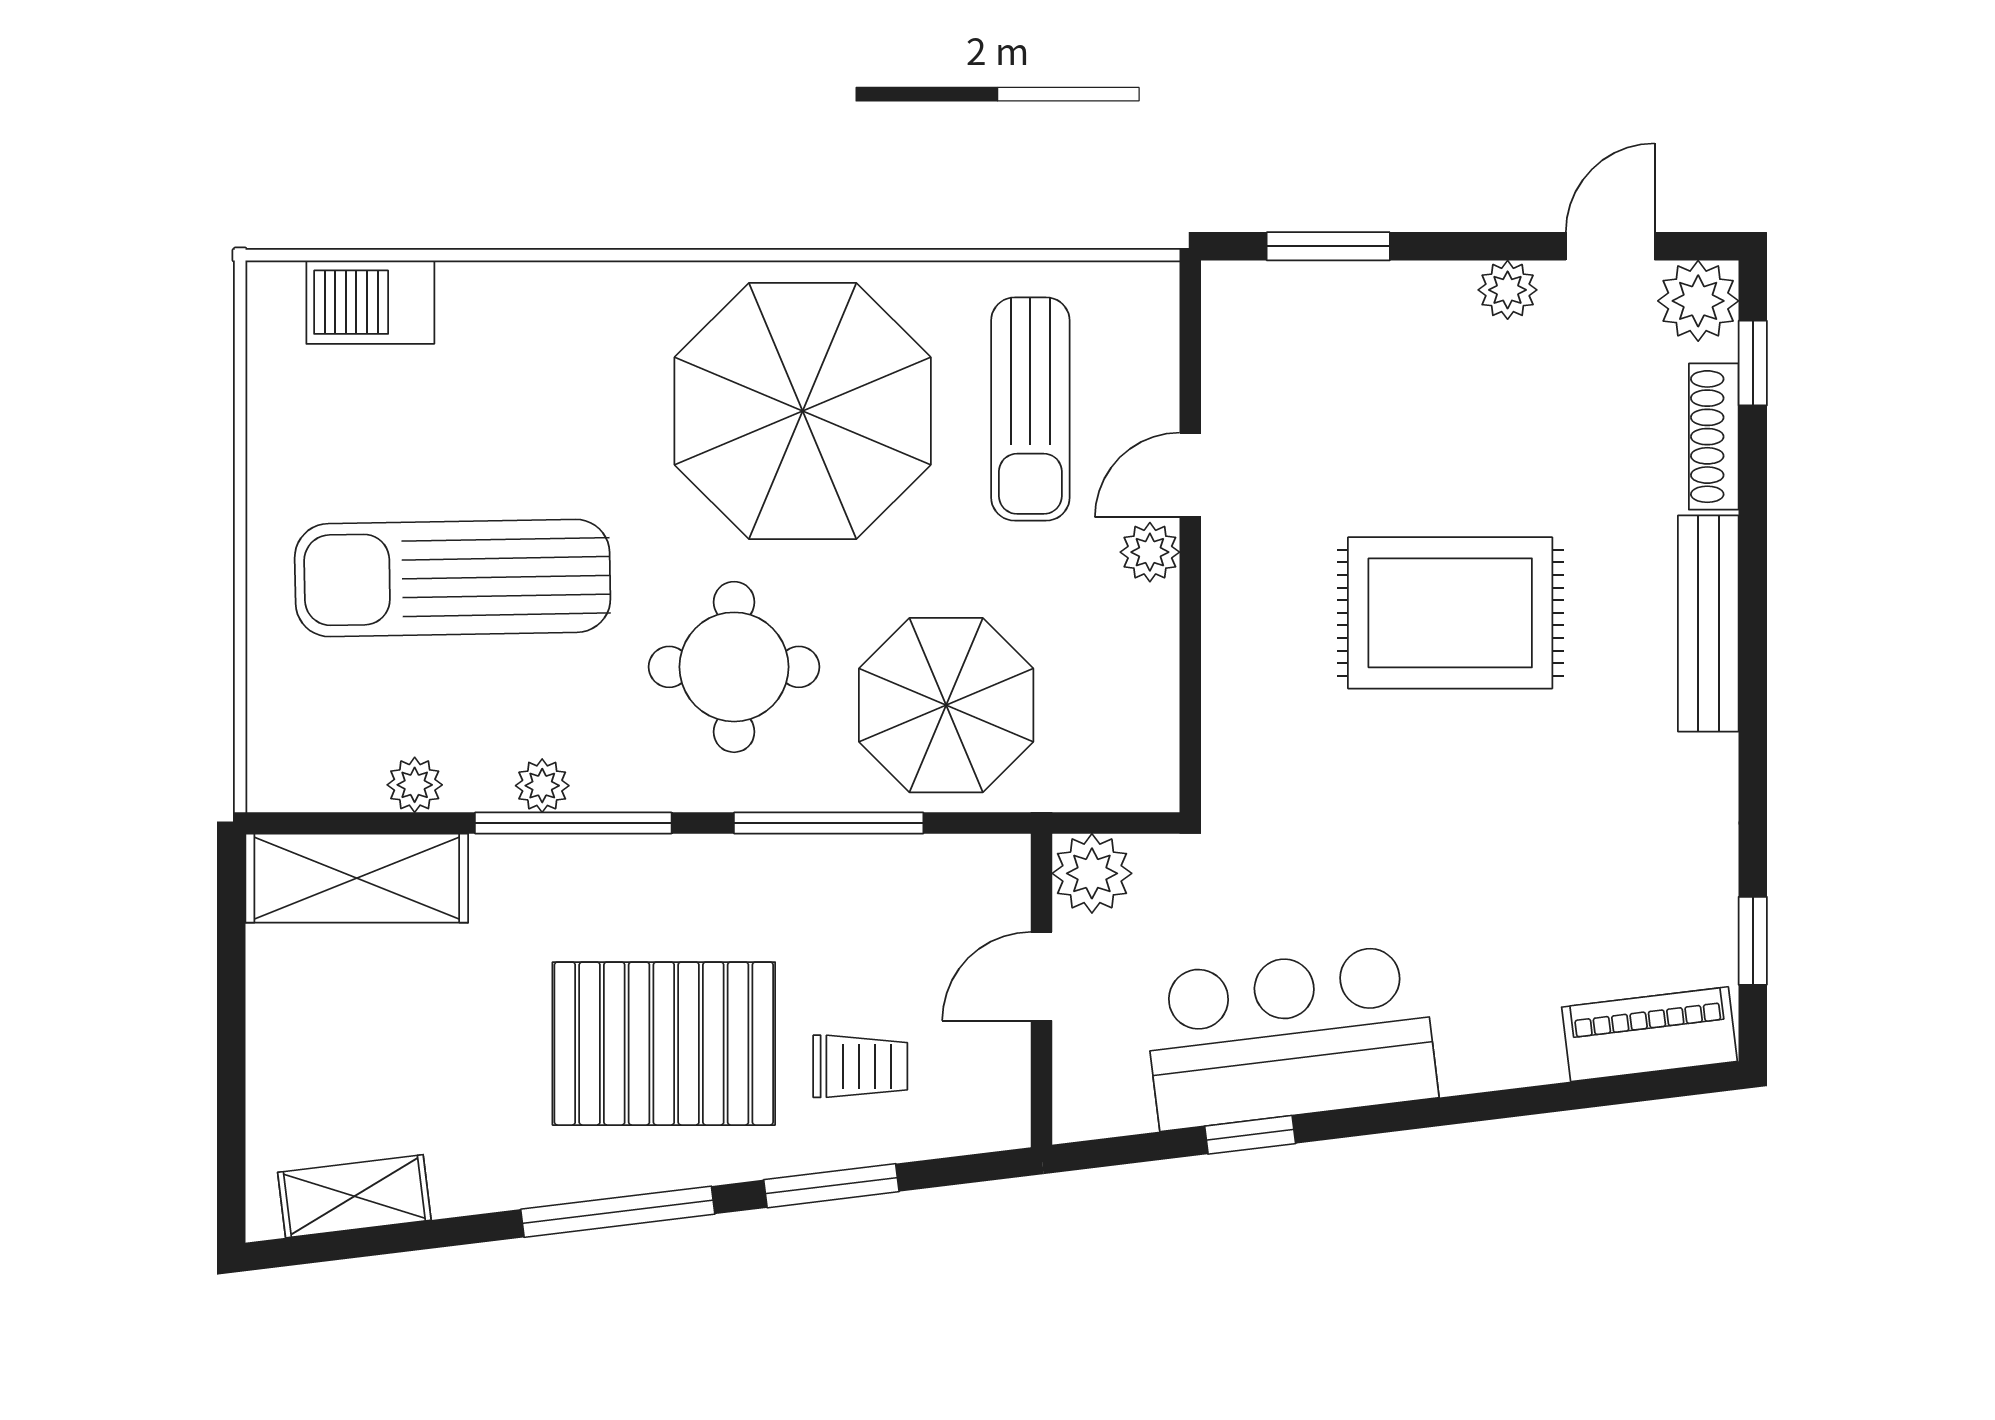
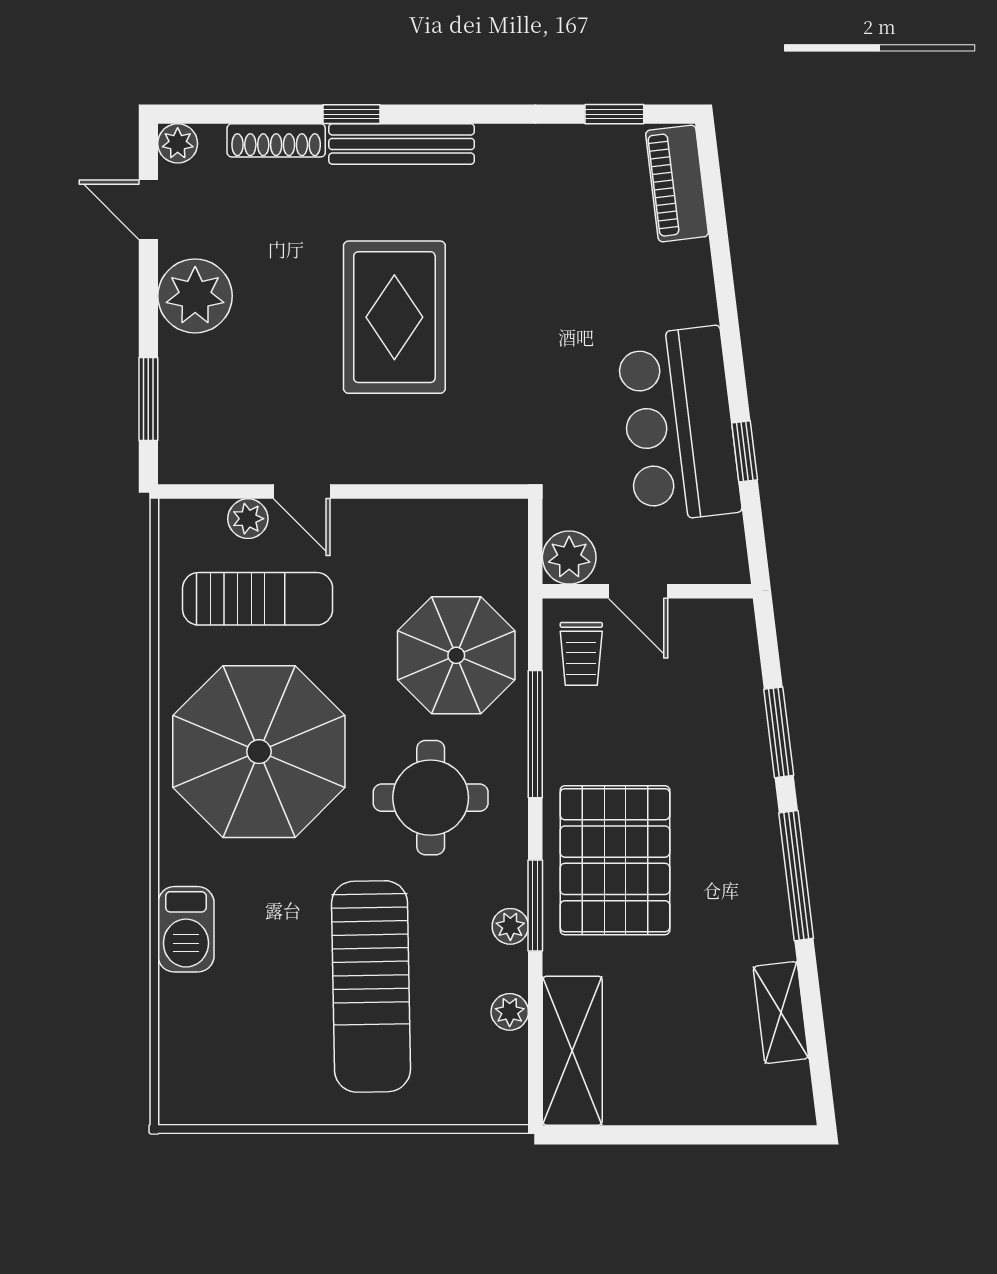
plant: (1508, 290) -> (195, 296), width x1.87, depth x1.87
plant: (1698, 301) -> (178, 143), width x0.73, depth x0.73
barbecue: (370, 302) -> (186, 929), moved
window: (1753, 363) -> (351, 114), moved
plant: (1150, 552) -> (248, 519), moved
window: (573, 823) -> (535, 905), width x0.69
pallet: (664, 1044) -> (615, 860), moved
trolley: (860, 1066) -> (581, 654), moved, turned 180
shelving: (354, 1196) -> (781, 1012), moved

